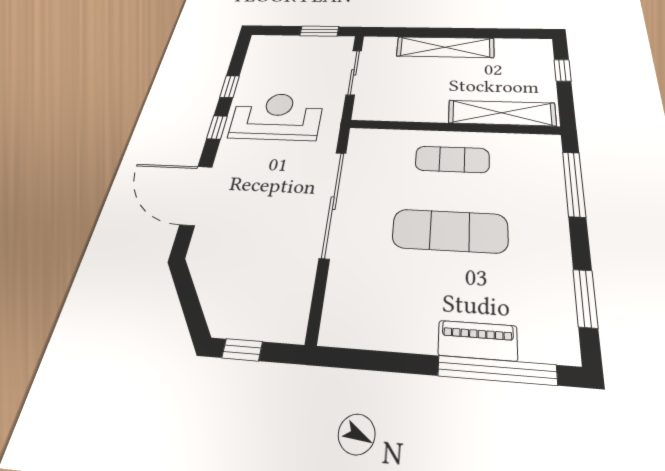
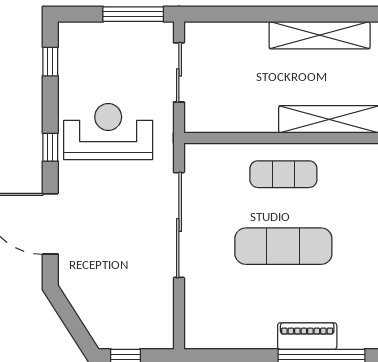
window: (319, 31) -> (133, 14), width x1.44
shelving: (445, 47) -> (320, 35), moved
window: (230, 86) -> (50, 62), moved

